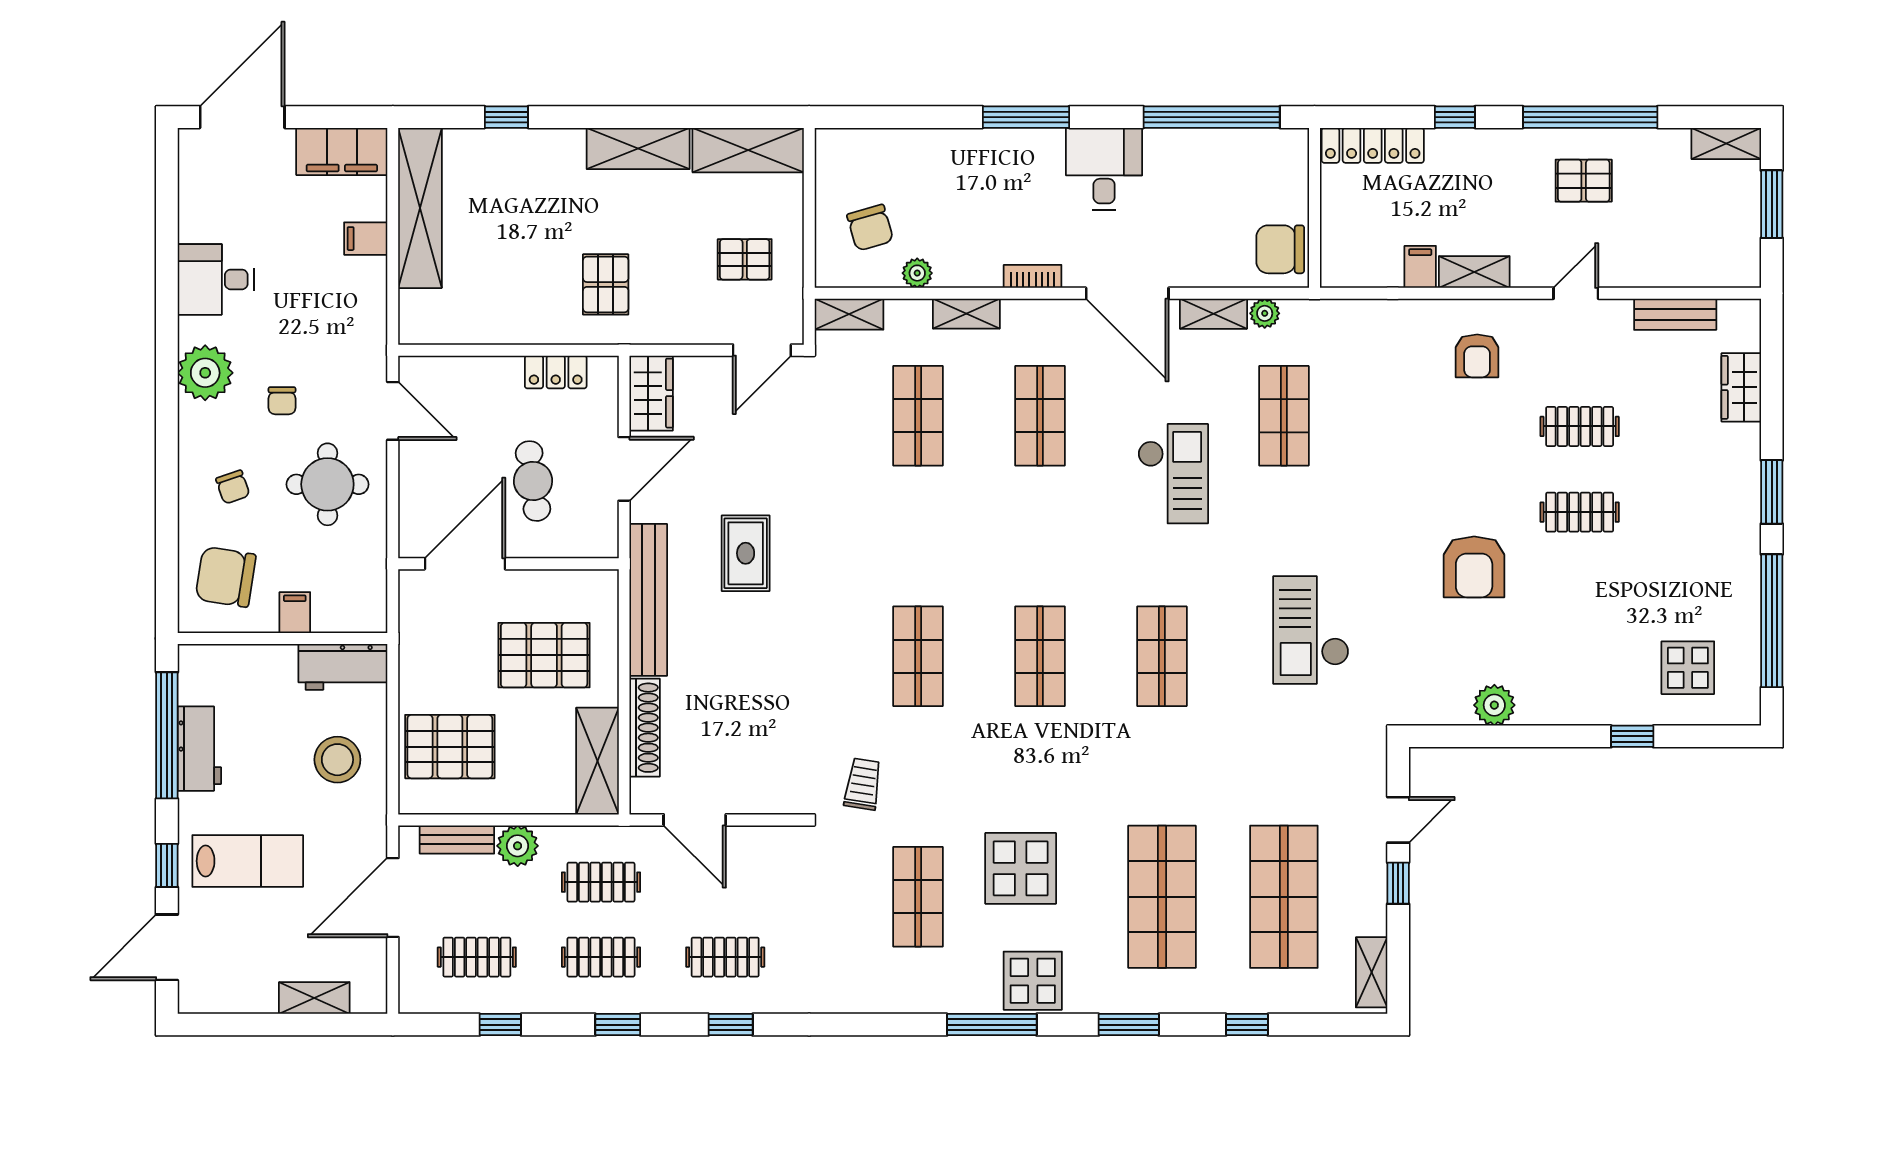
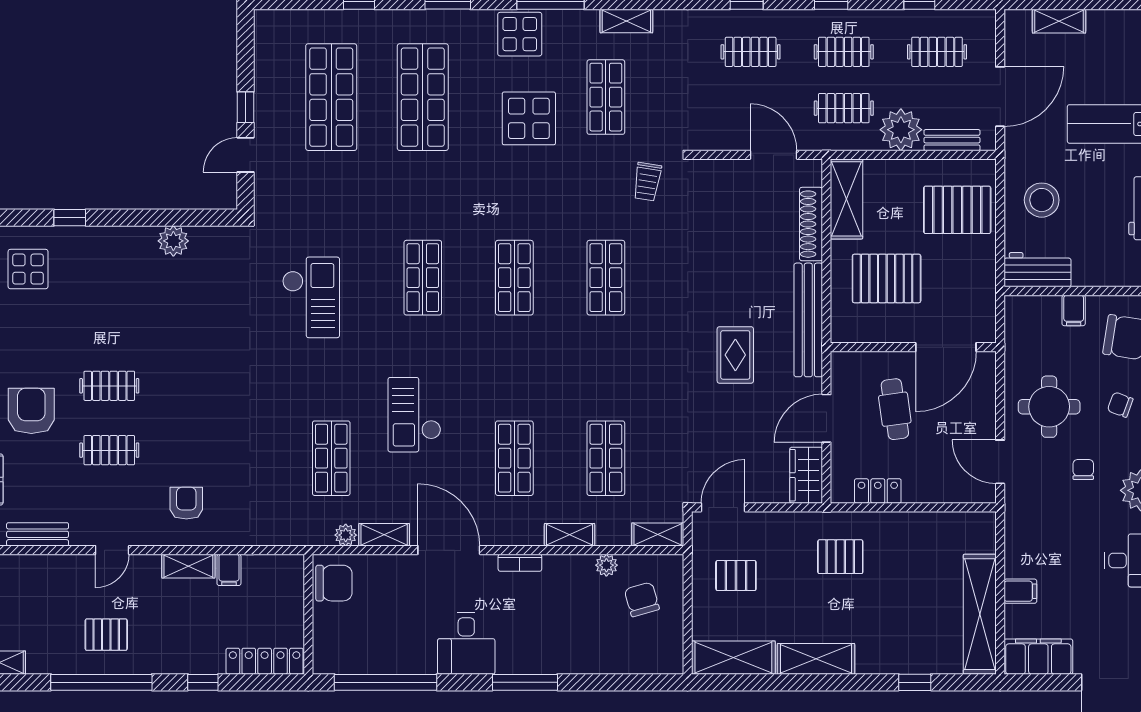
pallet: (606, 284) -> (840, 557), turned 90
chair: (233, 487) -> (1120, 405), turned -51
armchair: (1474, 567) -> (31, 411), moved
plant: (518, 846) -> (901, 130), width x1.36, depth x1.36
shelving: (1372, 972) -> (626, 21), moved, turned 90

